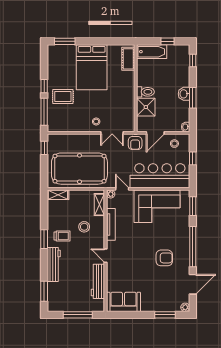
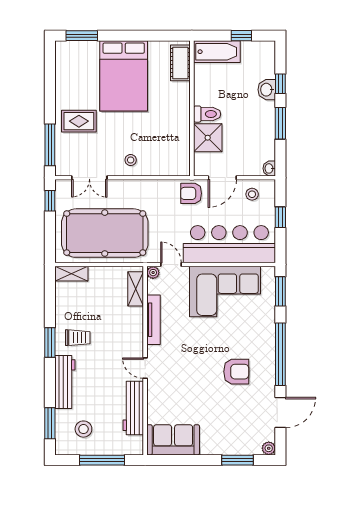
window: (193, 60) -> (280, 84), moved
window: (44, 86) -> (50, 105), removed
washbasin: (184, 94) -> (267, 90), moved
double door: (112, 133) -> (89, 178), moved
armchair: (135, 143) -> (191, 193), turned 90
stool: (84, 227) -> (83, 429), moved

